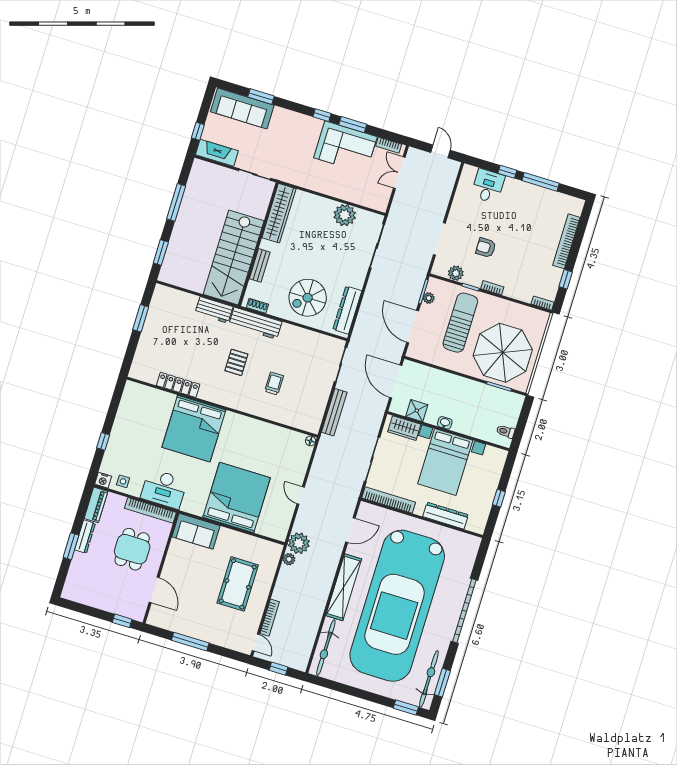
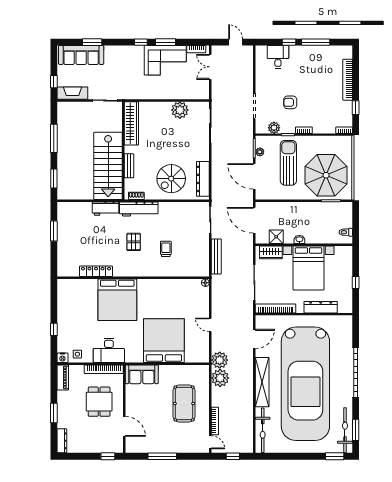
dresser: (85, 537) -> (62, 441), moved
plant: (289, 559) -> (220, 378), width x1.88, depth x1.88

